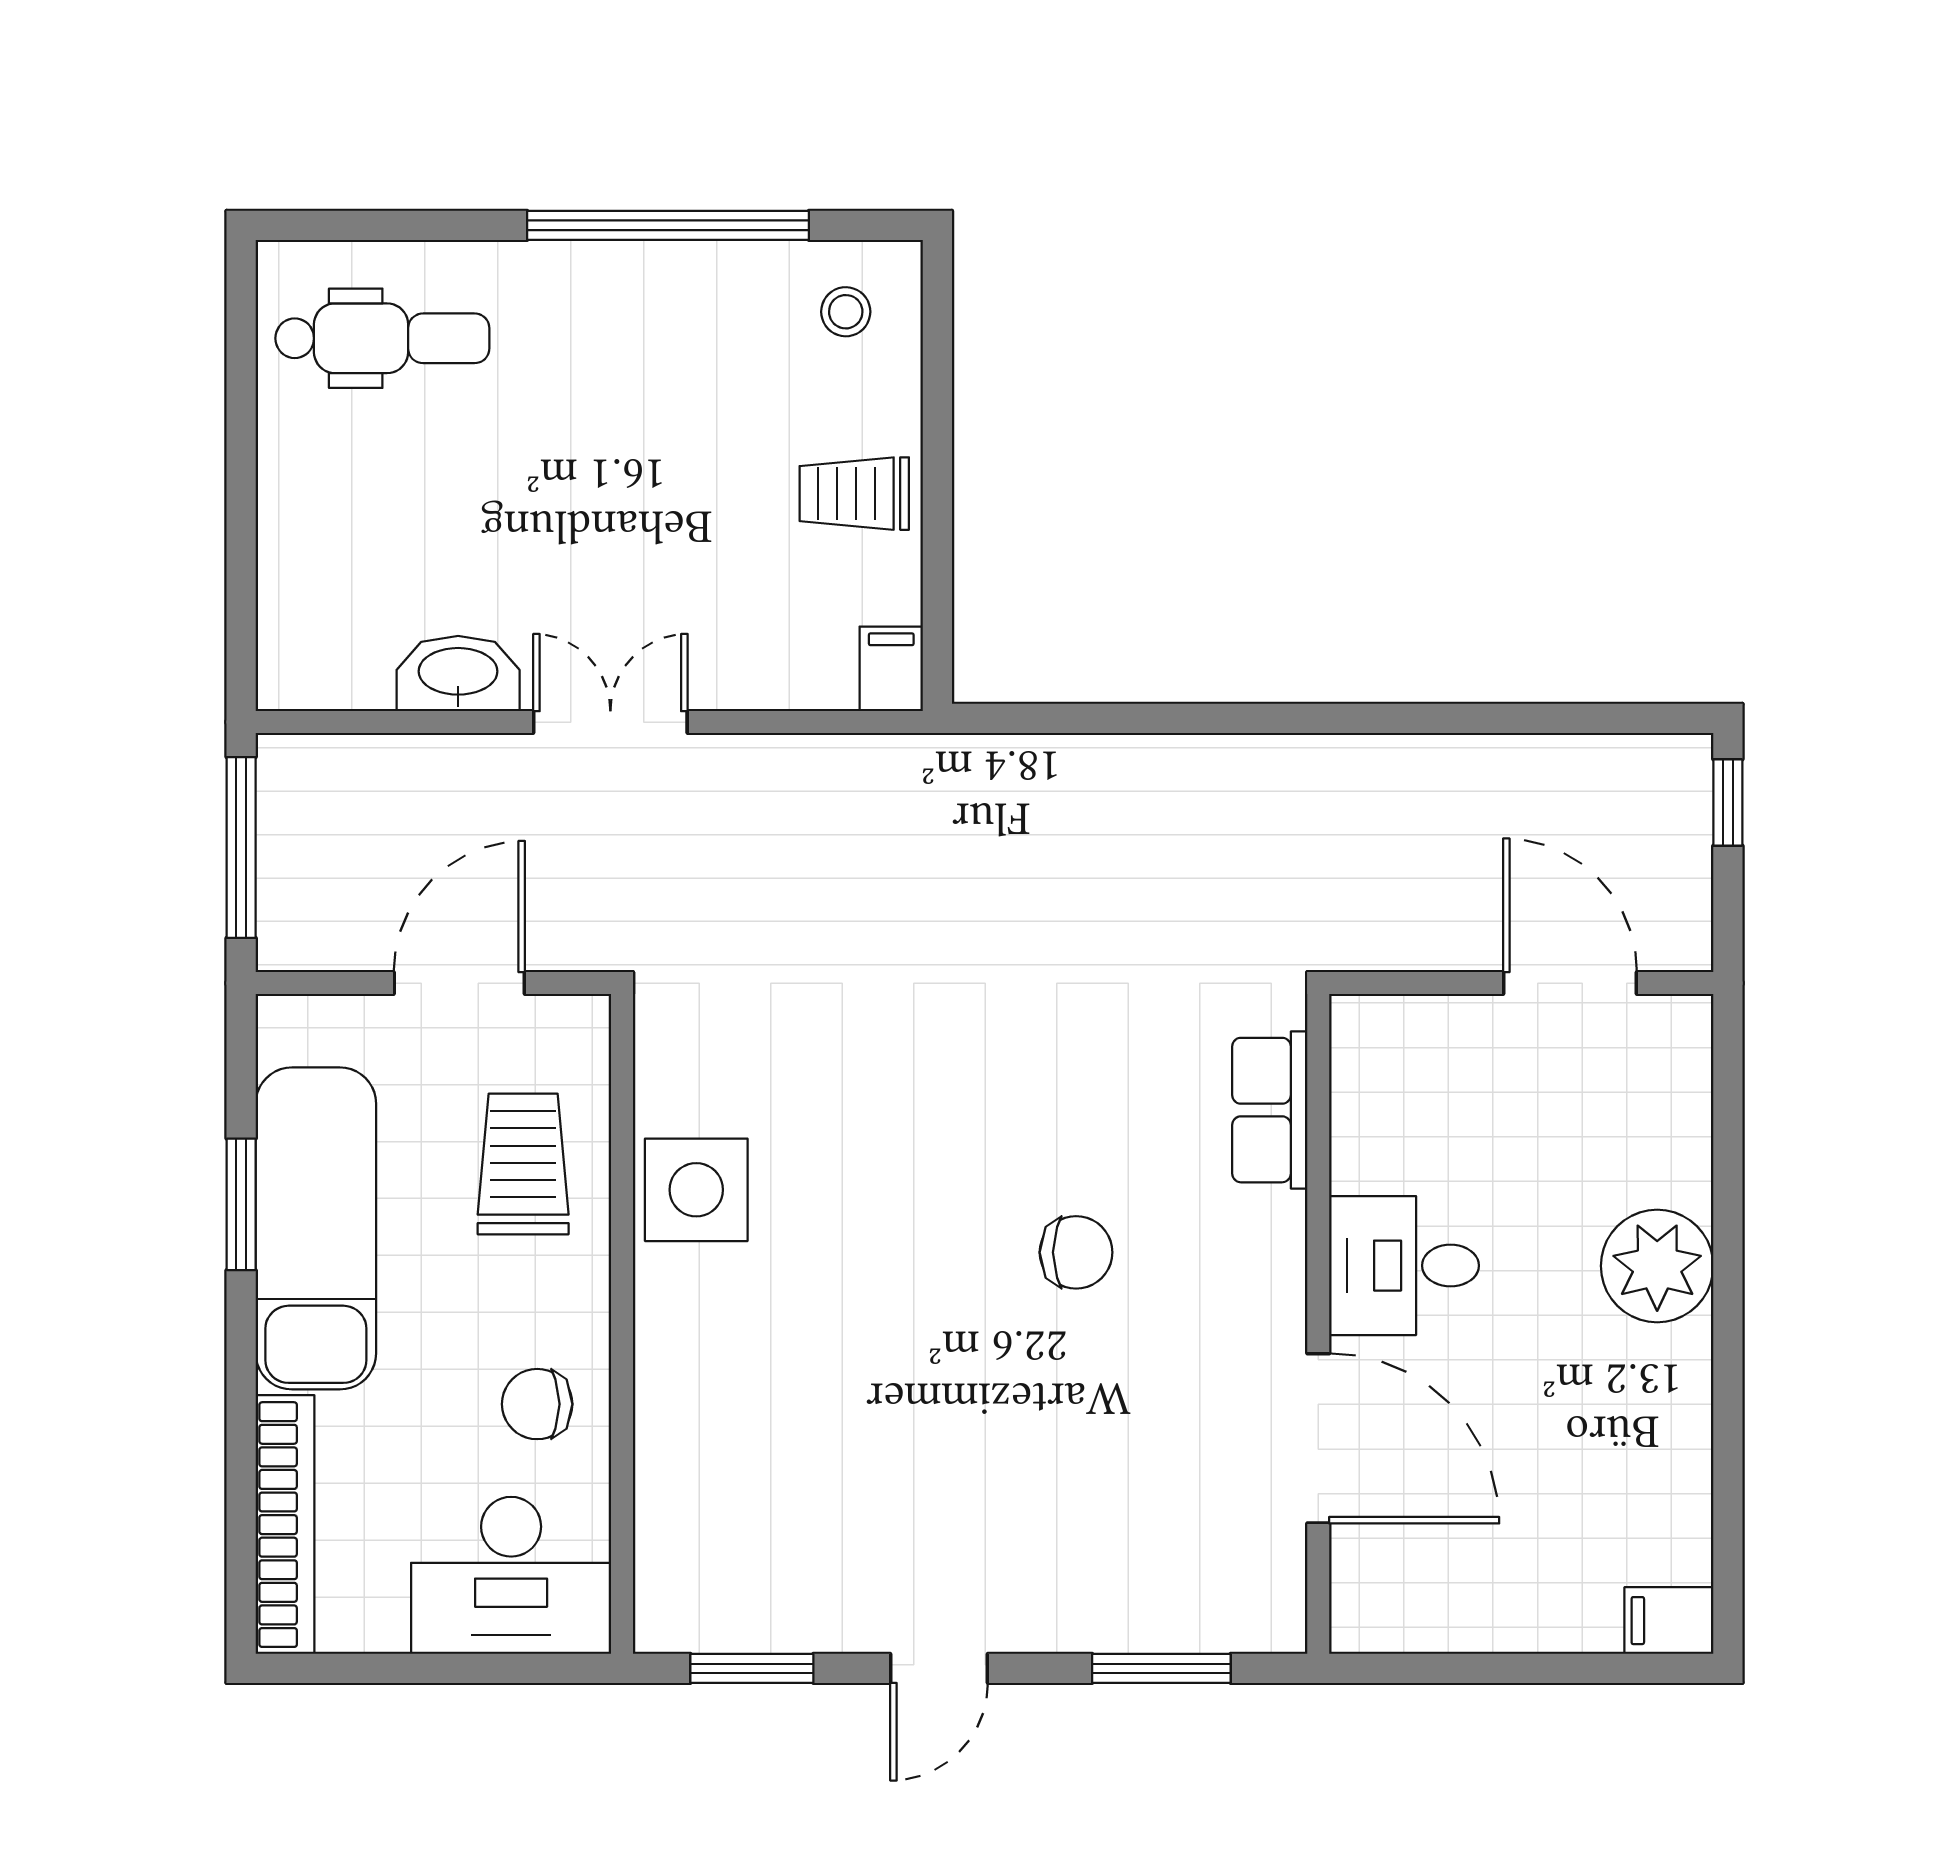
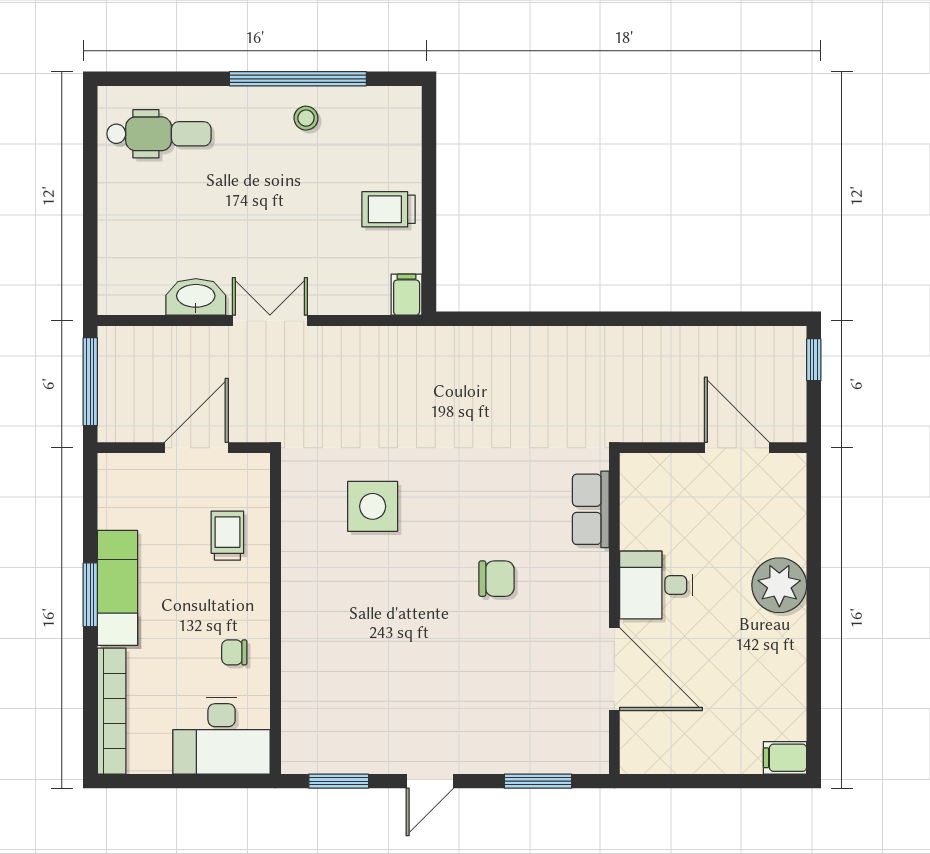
stool: (846, 312) -> (306, 118), moved
trolley: (523, 1164) -> (227, 536), width x0.73, depth x0.72
side table: (696, 1190) -> (373, 506), moved
window: (241, 1204) -> (90, 595), moved
exam couch: (316, 1228) -> (117, 588), width x0.73, depth x0.69
chair: (537, 1404) -> (234, 652), width x0.73, depth x0.73

